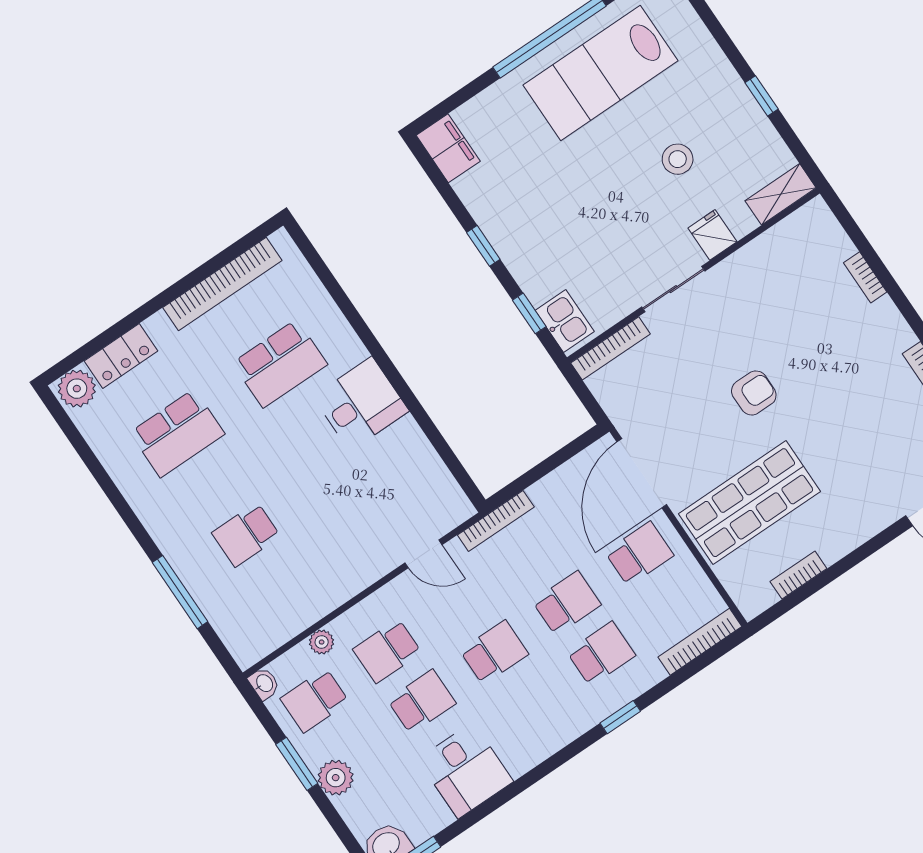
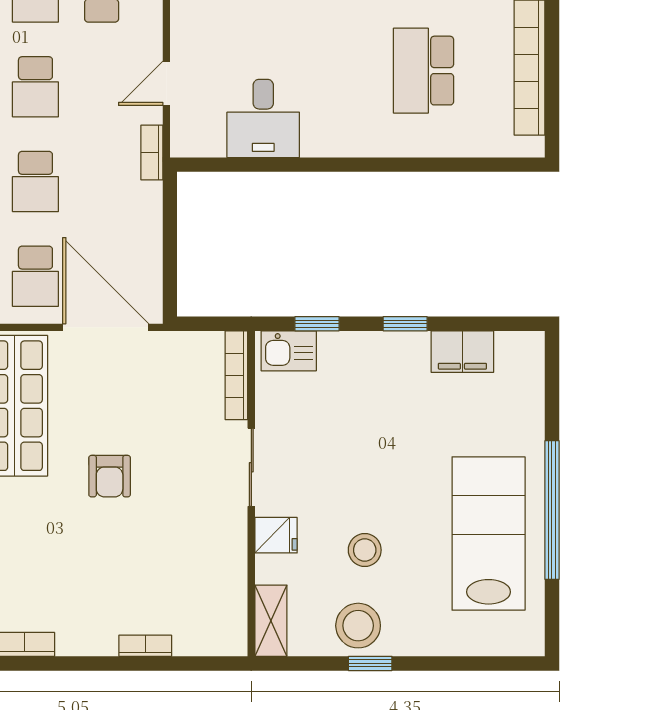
stool: (739, 125) -> (358, 626), added
filing cabinet: (448, 148) -> (462, 352), moved
desk: (361, 404) -> (263, 118), moved
bookcase: (496, 521) -> (152, 152), width x0.64

